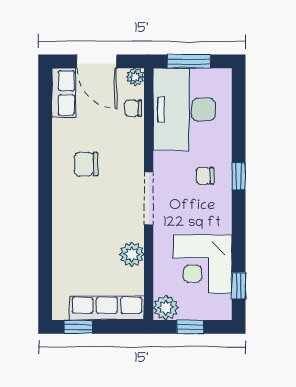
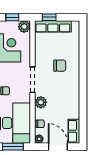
chair: (86, 164) -> (60, 66), moved
plant: (132, 254) -> (41, 102), moved
window: (78, 327) -> (49, 17), moved

